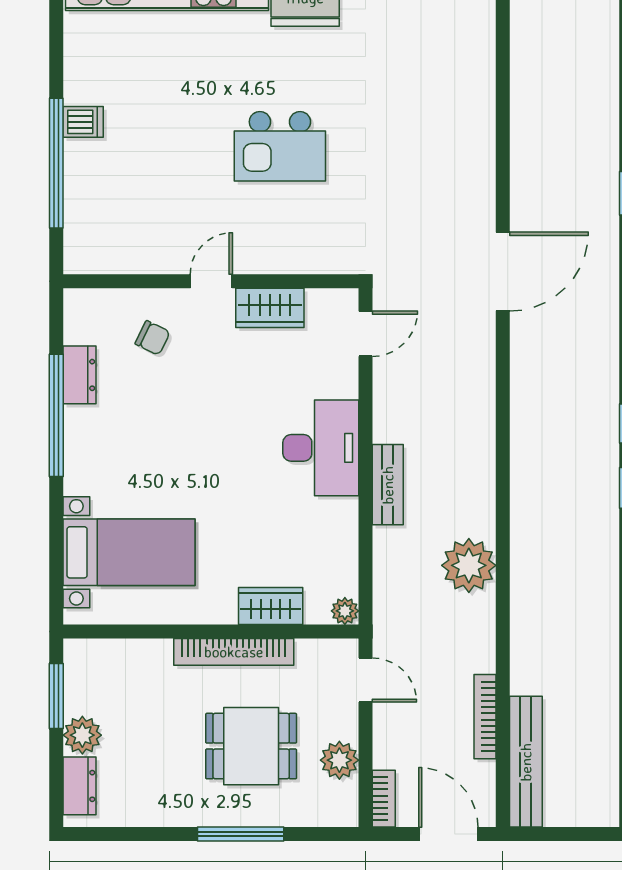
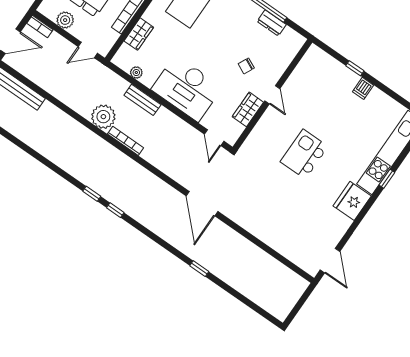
window: (56, 163) -> (355, 68), width x0.32
chair: (153, 338) -> (246, 66), moved
desk: (321, 448) -> (187, 88), width x1.36, depth x1.30
bench: (388, 485) -> (142, 100), moved
plant: (345, 611) -> (136, 73), moved
bookcase: (485, 717) -> (126, 141), moved

